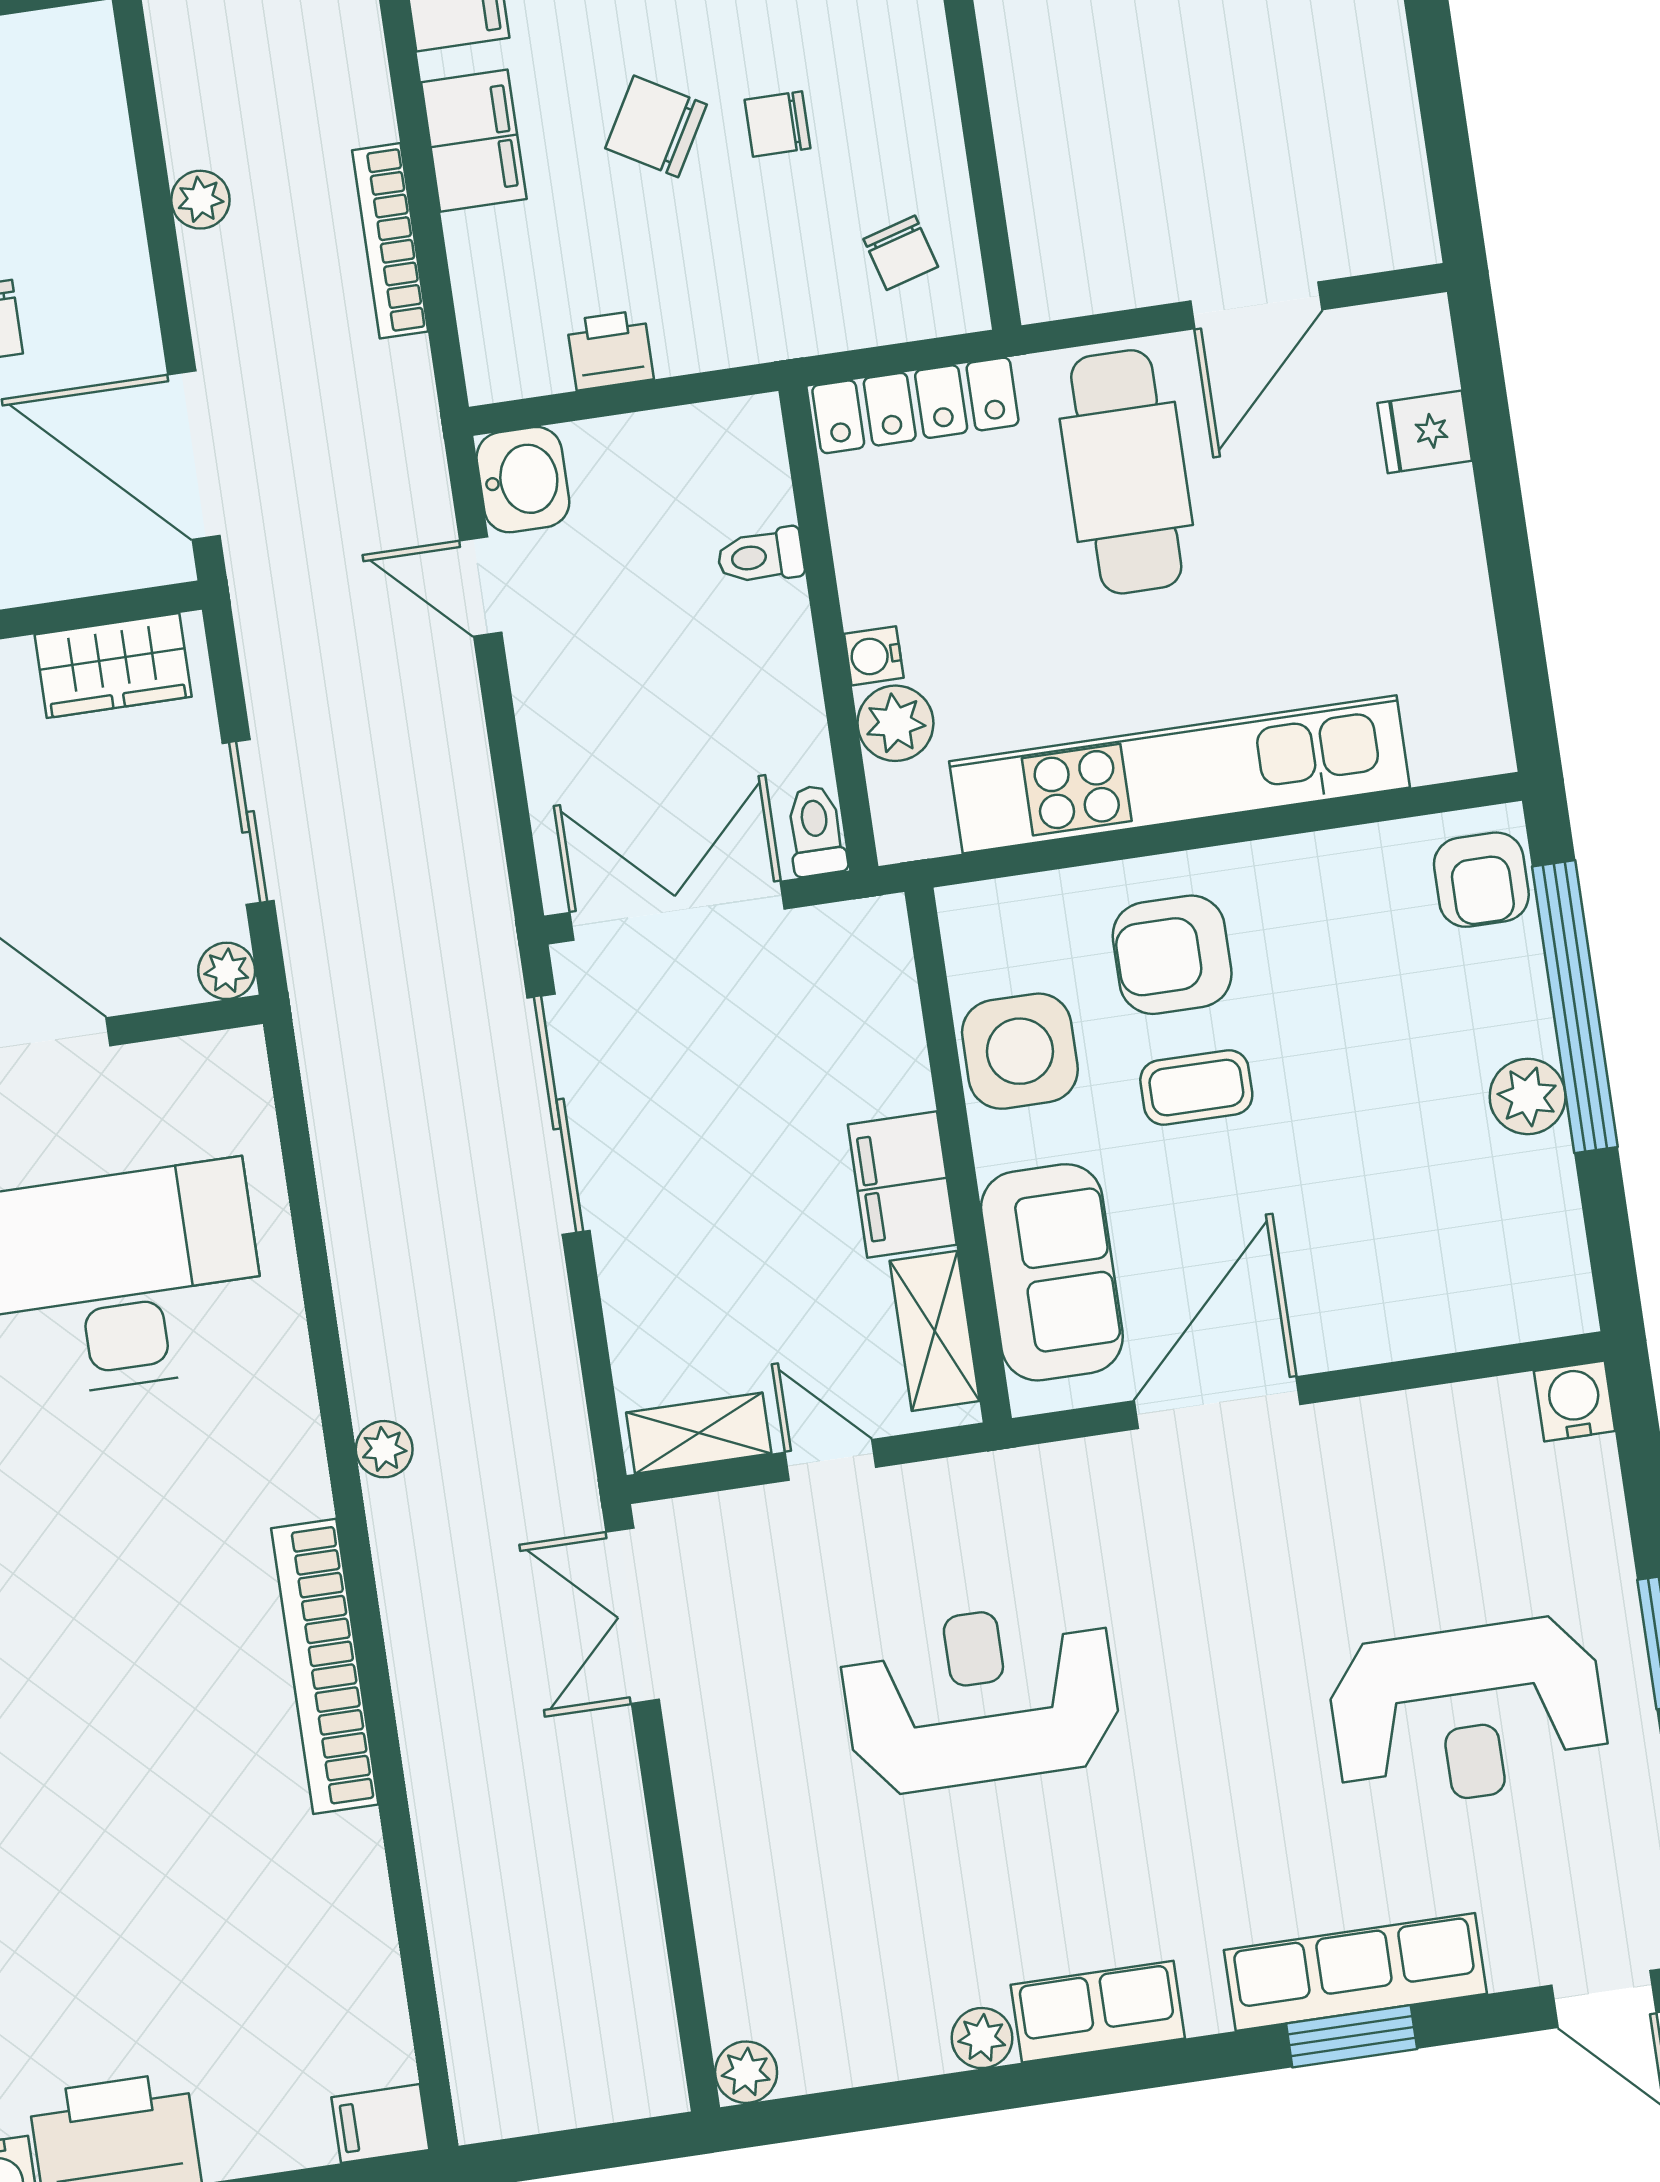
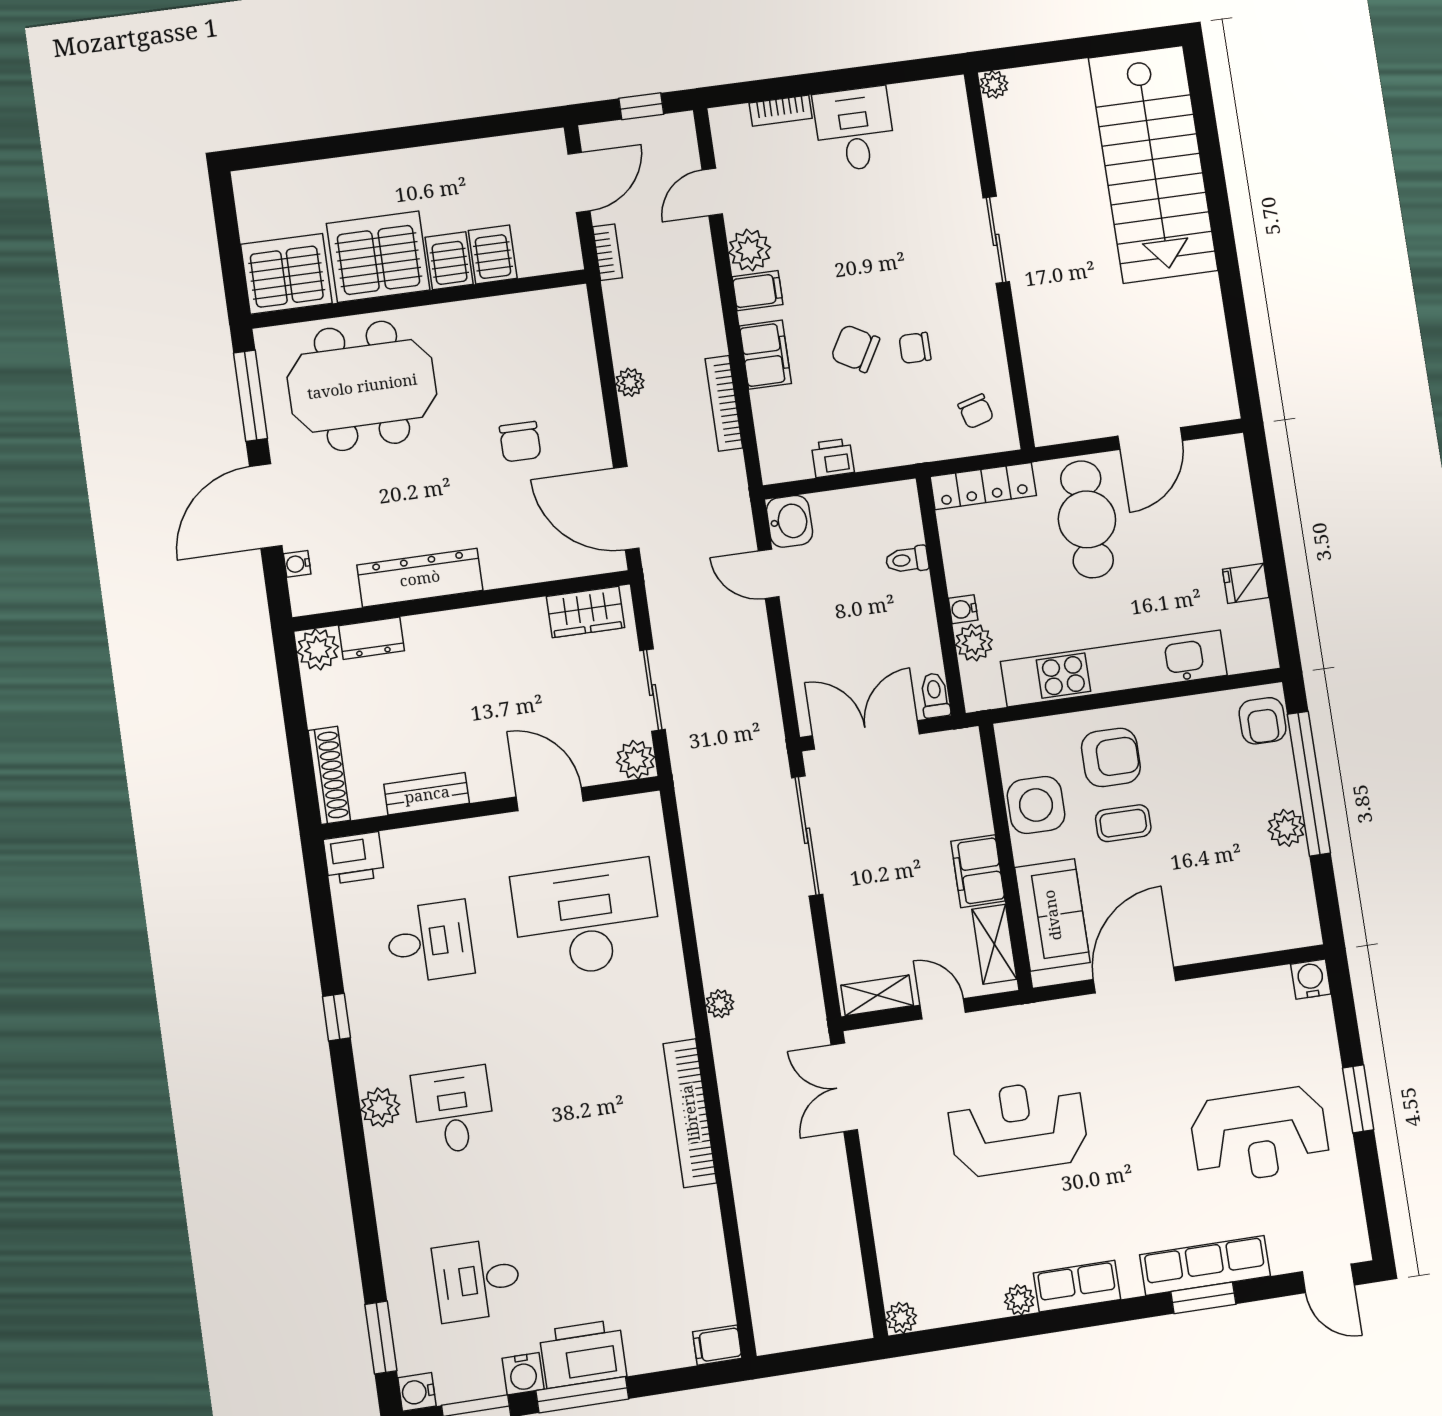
fridge: (1425, 432) -> (1246, 583), moved
armchair: (1172, 955) -> (1111, 757), turned 180
plant: (227, 971) -> (636, 760), width x1.38, depth x1.38

